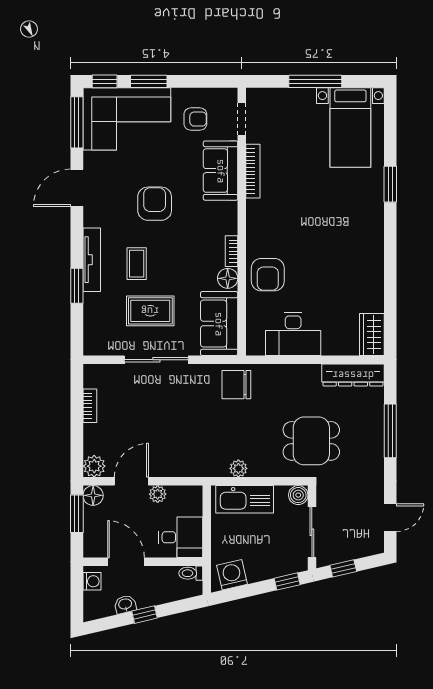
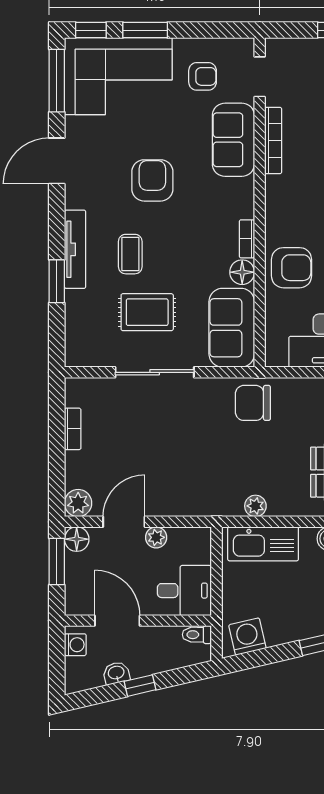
armchair: (268, 275) -> (292, 268), turned -90

